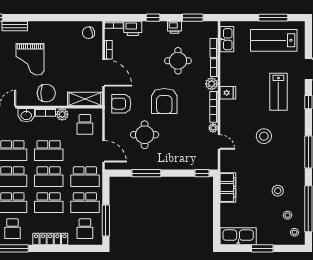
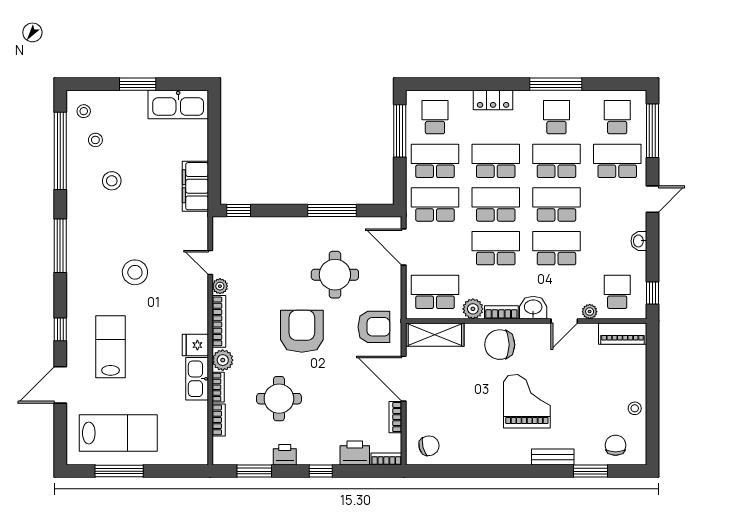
kitchen sink: (227, 39) -> (197, 379), moved
school desk: (85, 124) -> (435, 292), width x1.85
locker: (50, 239) -> (493, 100), width x0.66

